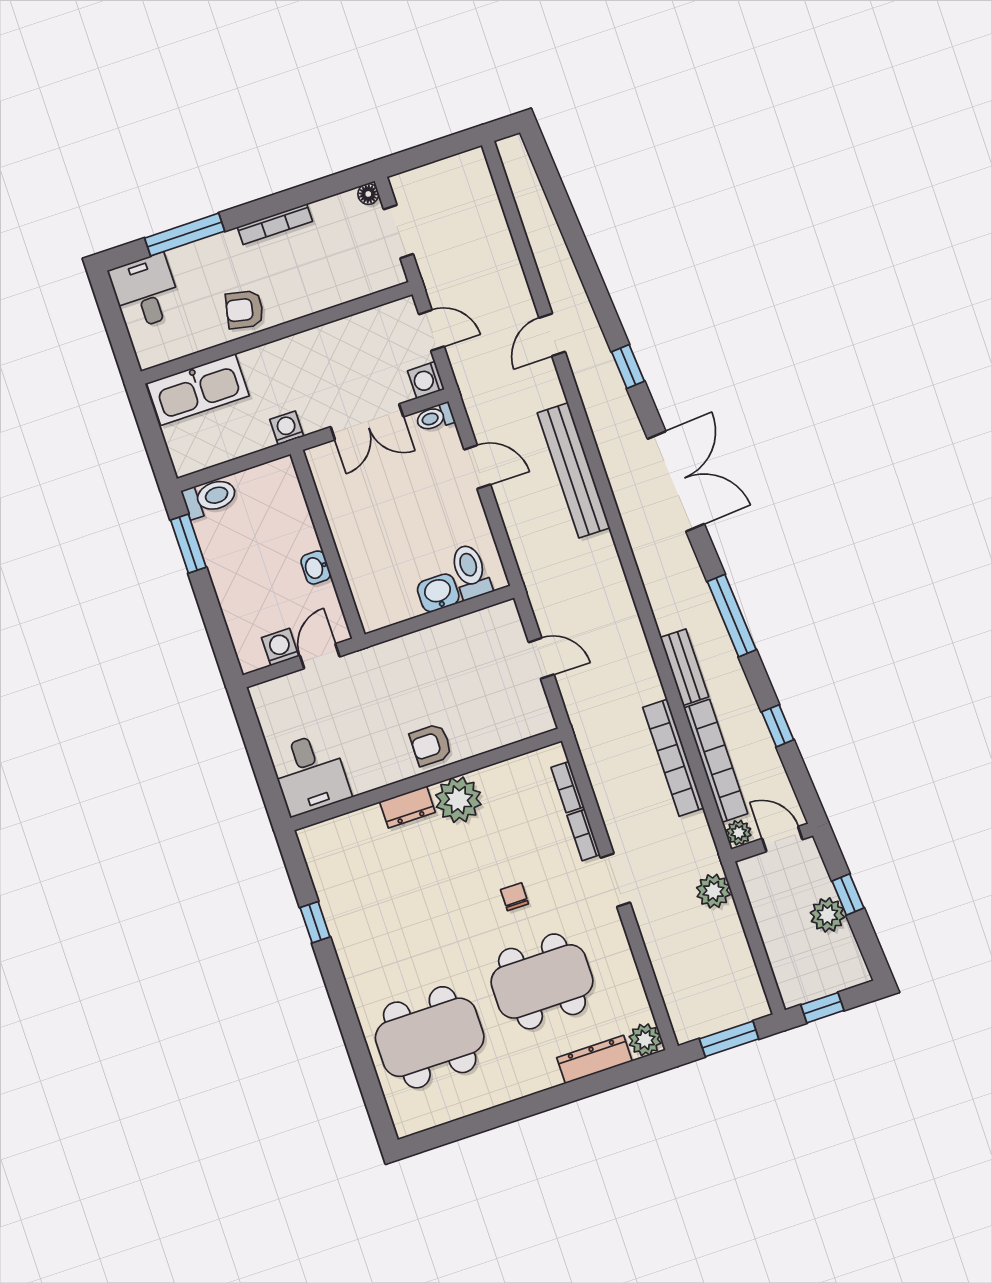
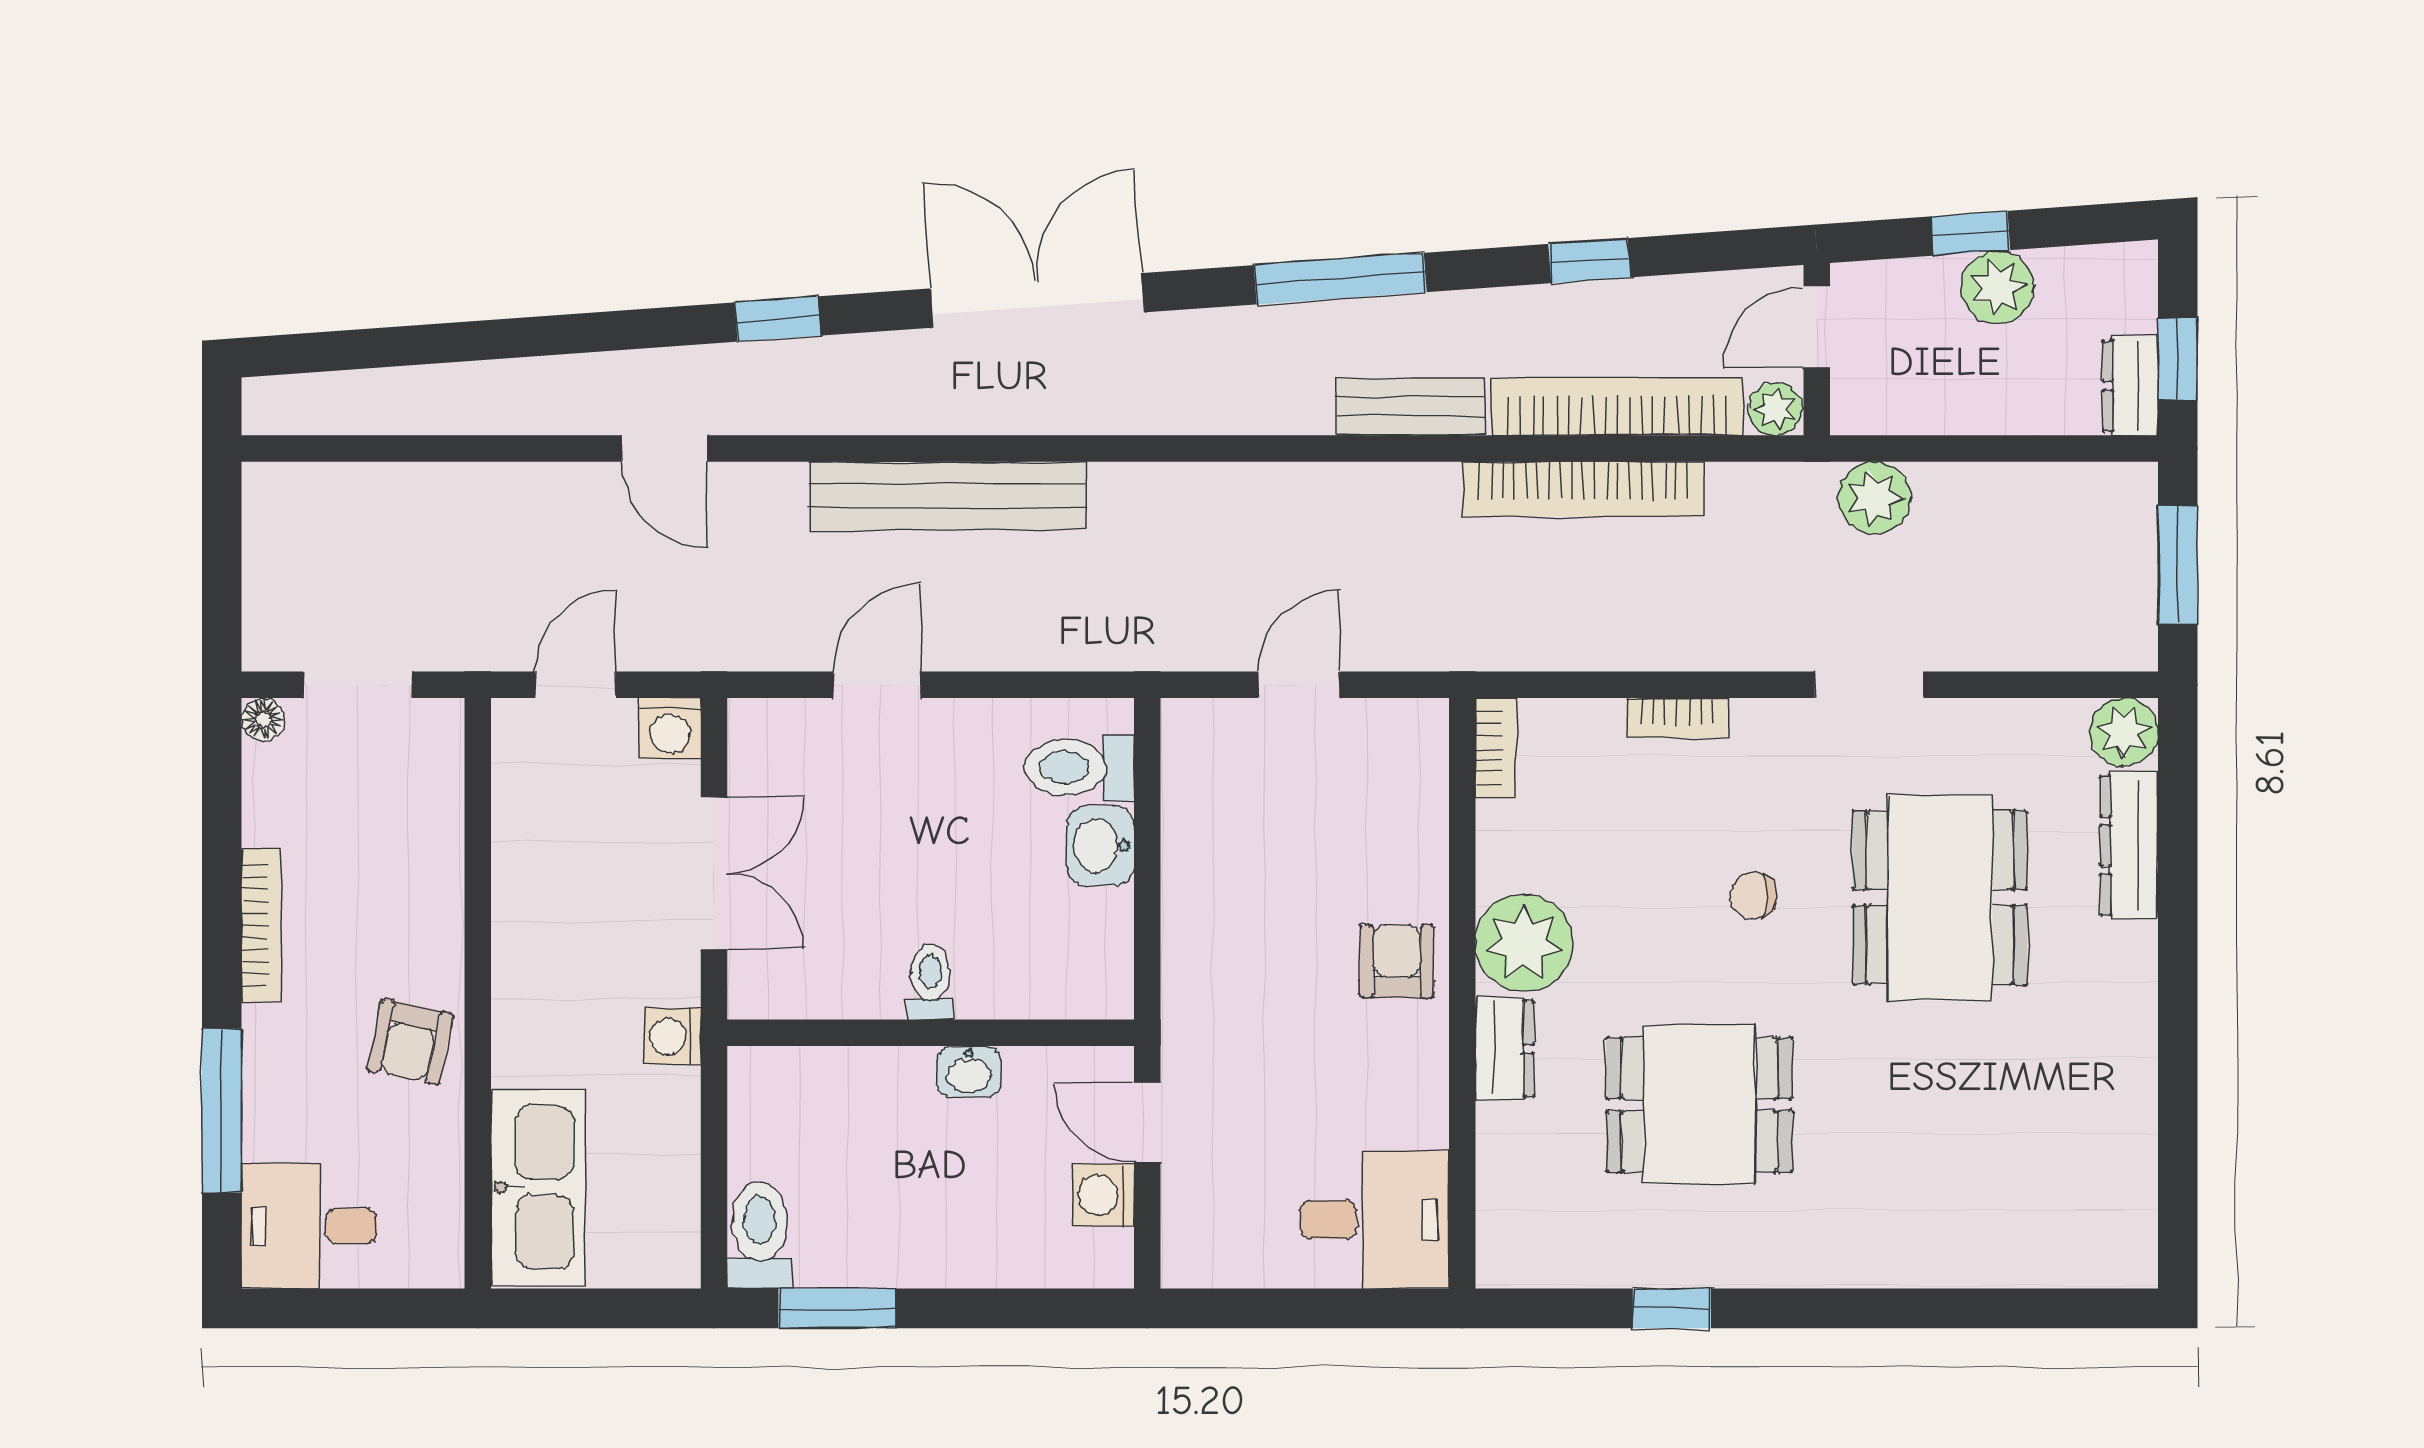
toilet: (435, 417) -> (930, 982), moved, turned 180
armchair: (431, 745) -> (1397, 961), turned 180
bookcase: (568, 787) -> (1495, 748), moved, turned -90
doorway: (615, 880) -> (1869, 685), moved
dresser: (803, 990) -> (2130, 386), added
dining table: (430, 1037) -> (1699, 1105), moved, width x0.73

